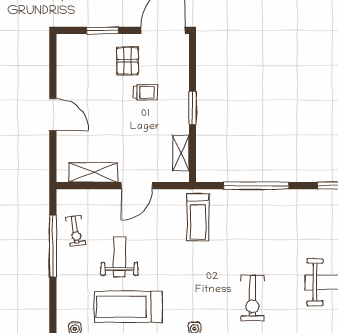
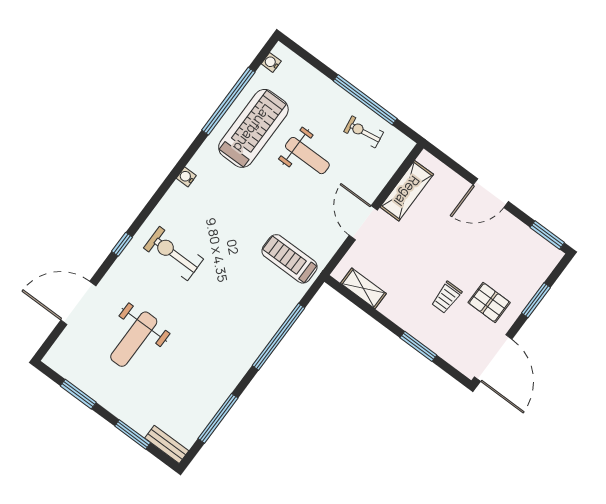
window: (53, 56) -> (547, 235), added
window: (192, 108) -> (418, 346), moved

